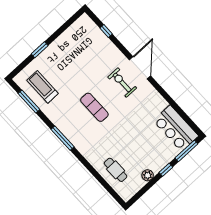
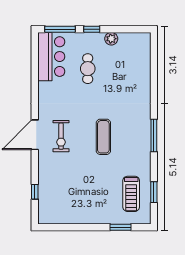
window: (40, 50) -> (121, 227), moved
window: (29, 101) -> (154, 192), width x0.69
cafe table: (116, 170) -> (88, 69), moved

